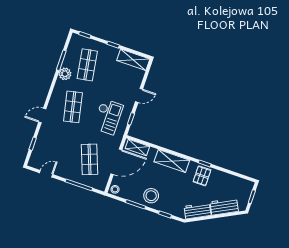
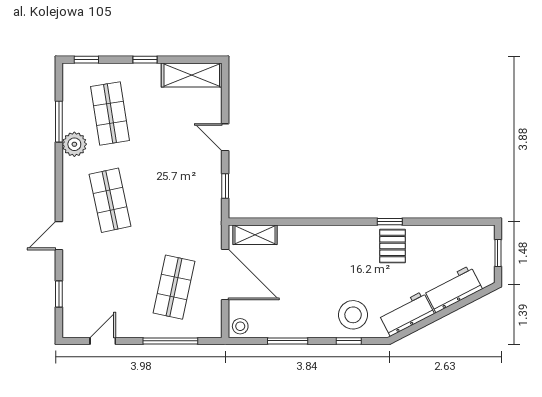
door: (139, 95) -> (225, 137), swing flipped
checkout: (108, 117) -> (181, 196), removed
shop shelf: (89, 159) -> (174, 287), turned 33
shelving: (172, 161) -> (327, 238), removed
door: (116, 162) -> (225, 274), hinge flipped
stool: (151, 196) -> (353, 315), moved

